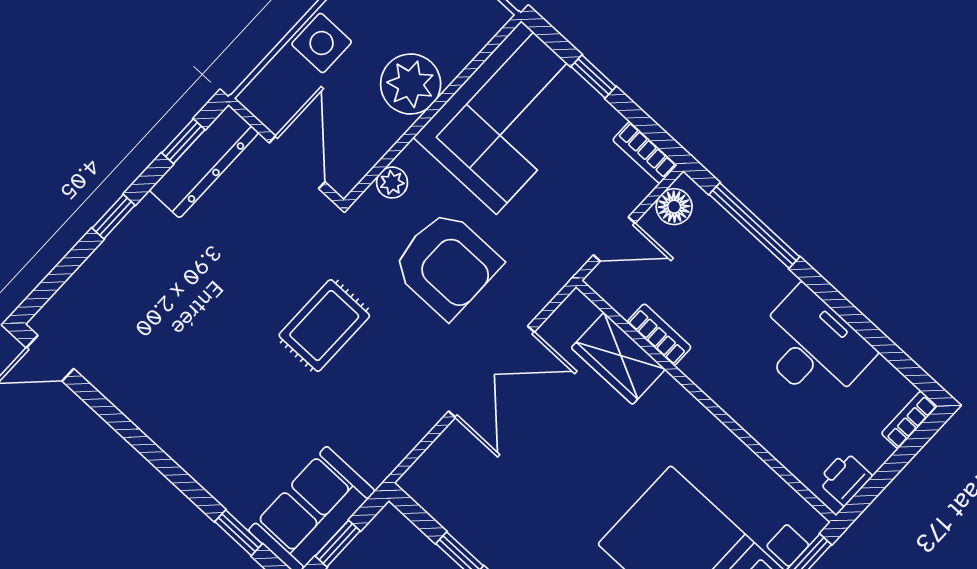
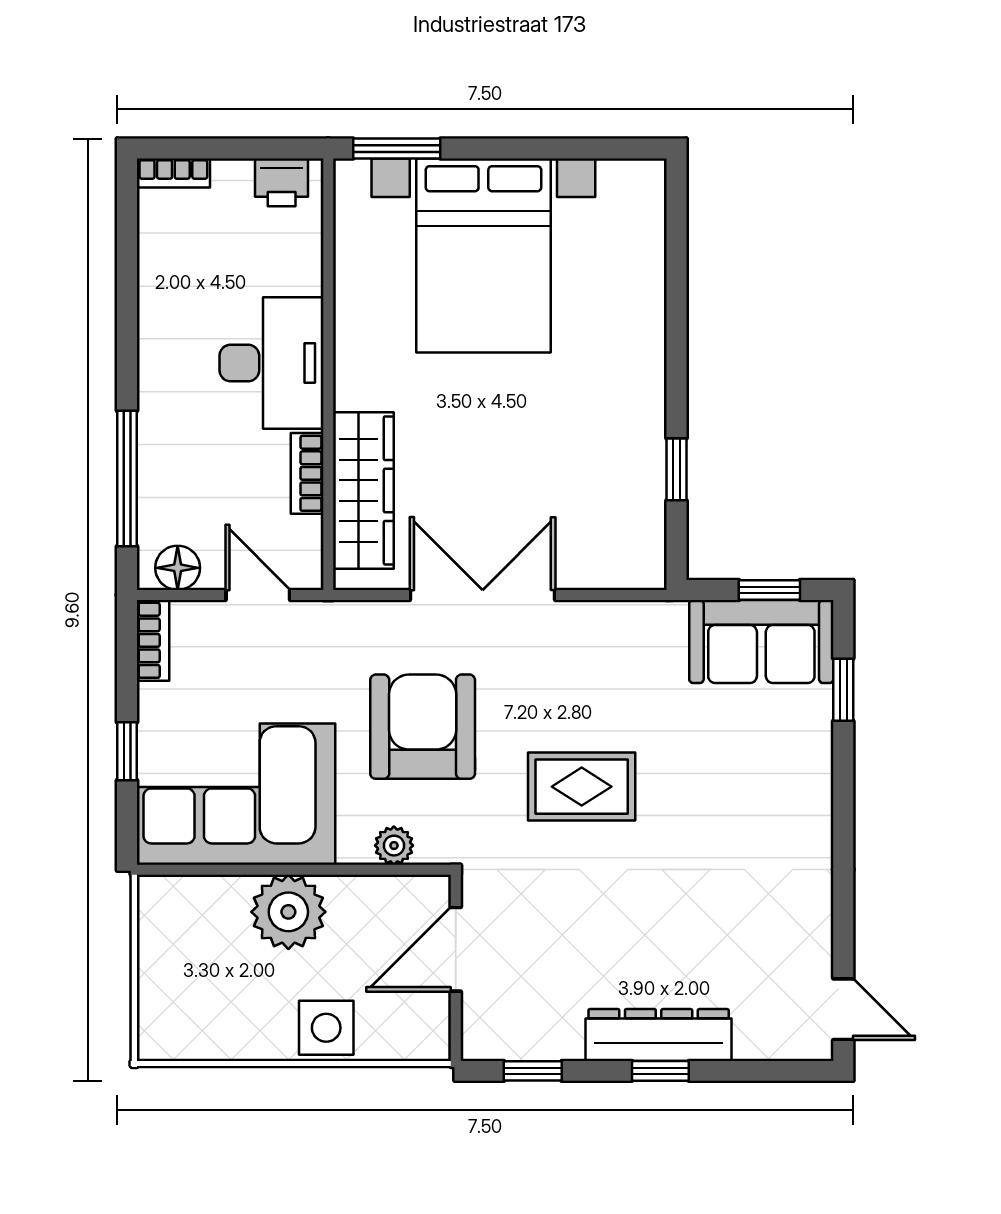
dresser: (204, 161) -> (659, 1035), moved
desk: (813, 347) -> (271, 363), moved, turned 180
wardrobe: (618, 358) -> (363, 490), width x1.50

